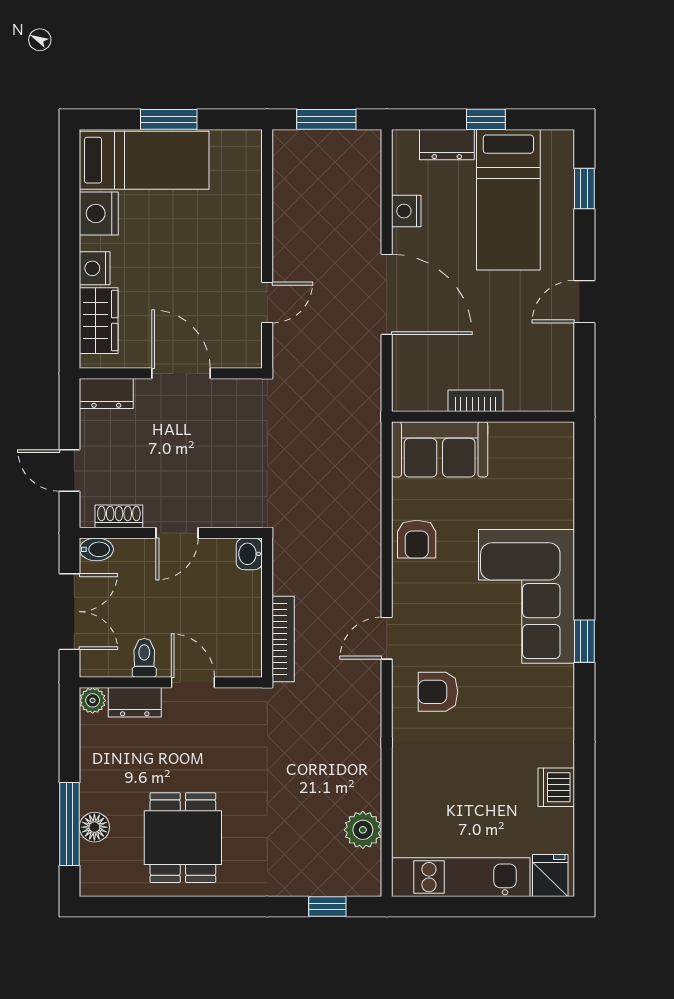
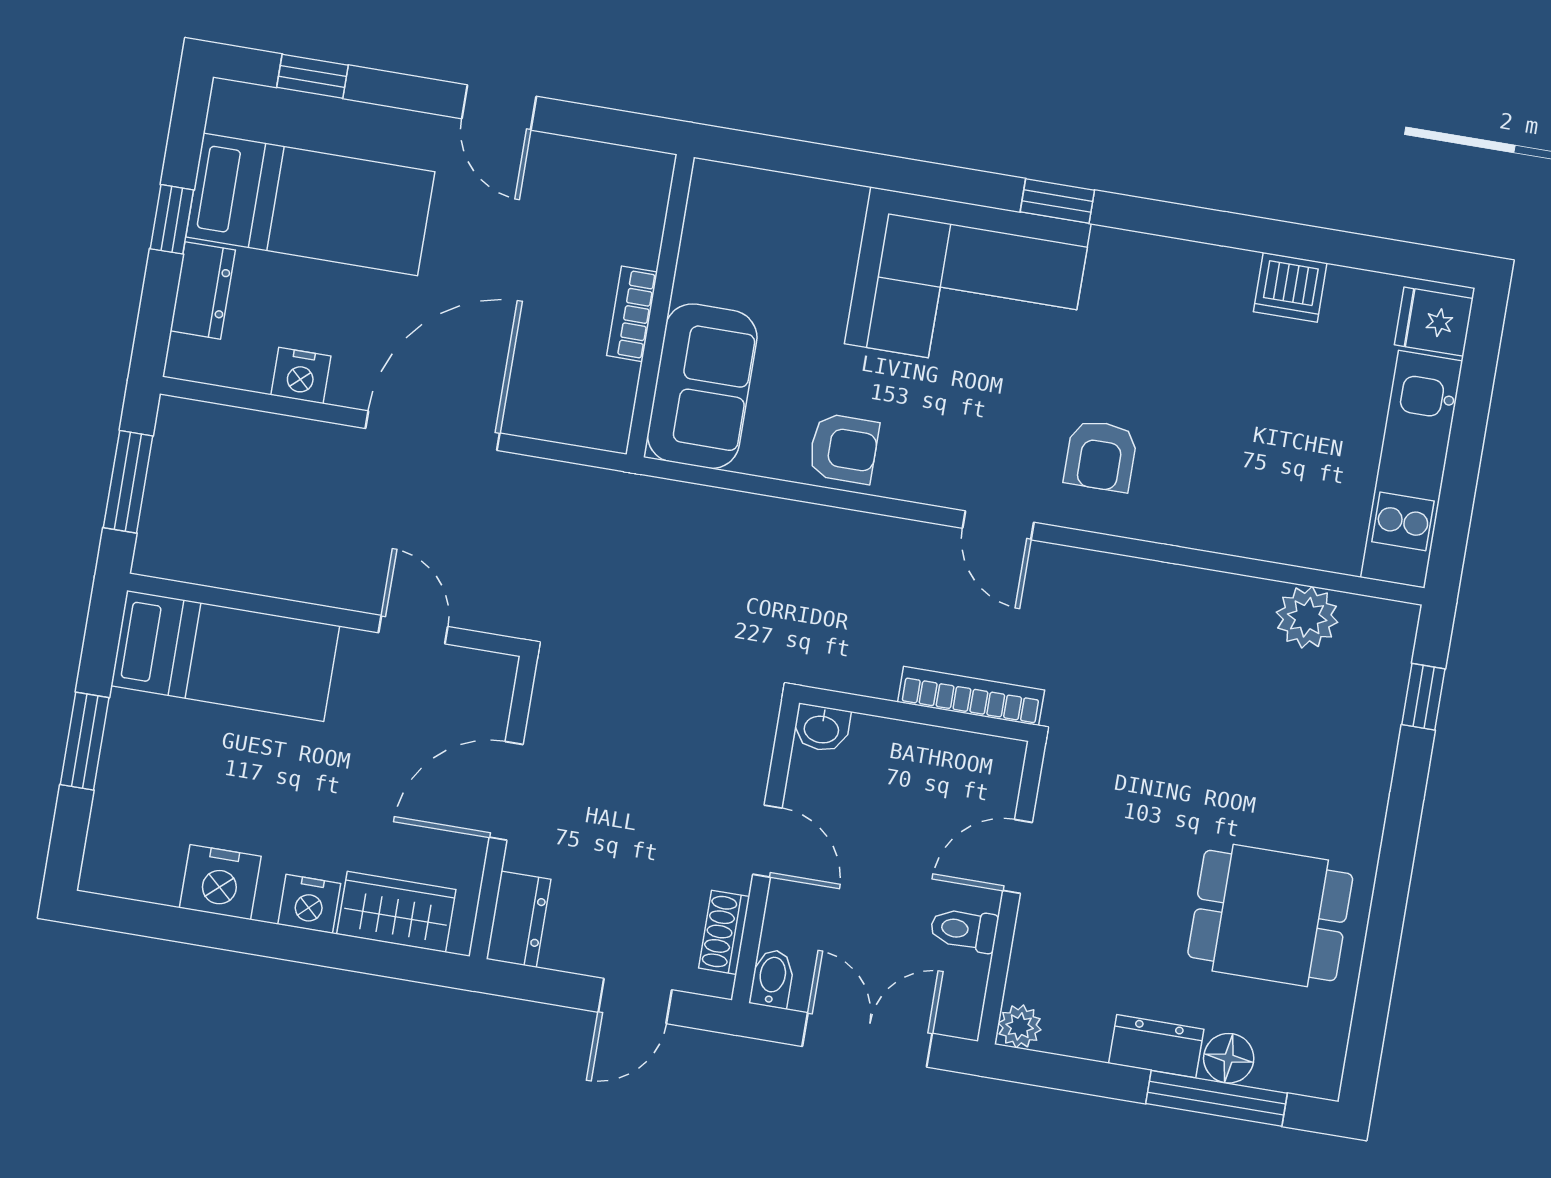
bed: (144, 160) -> (225, 656), moved, turned 90
dresser: (135, 702) -> (1156, 1046), moved, turned -90

